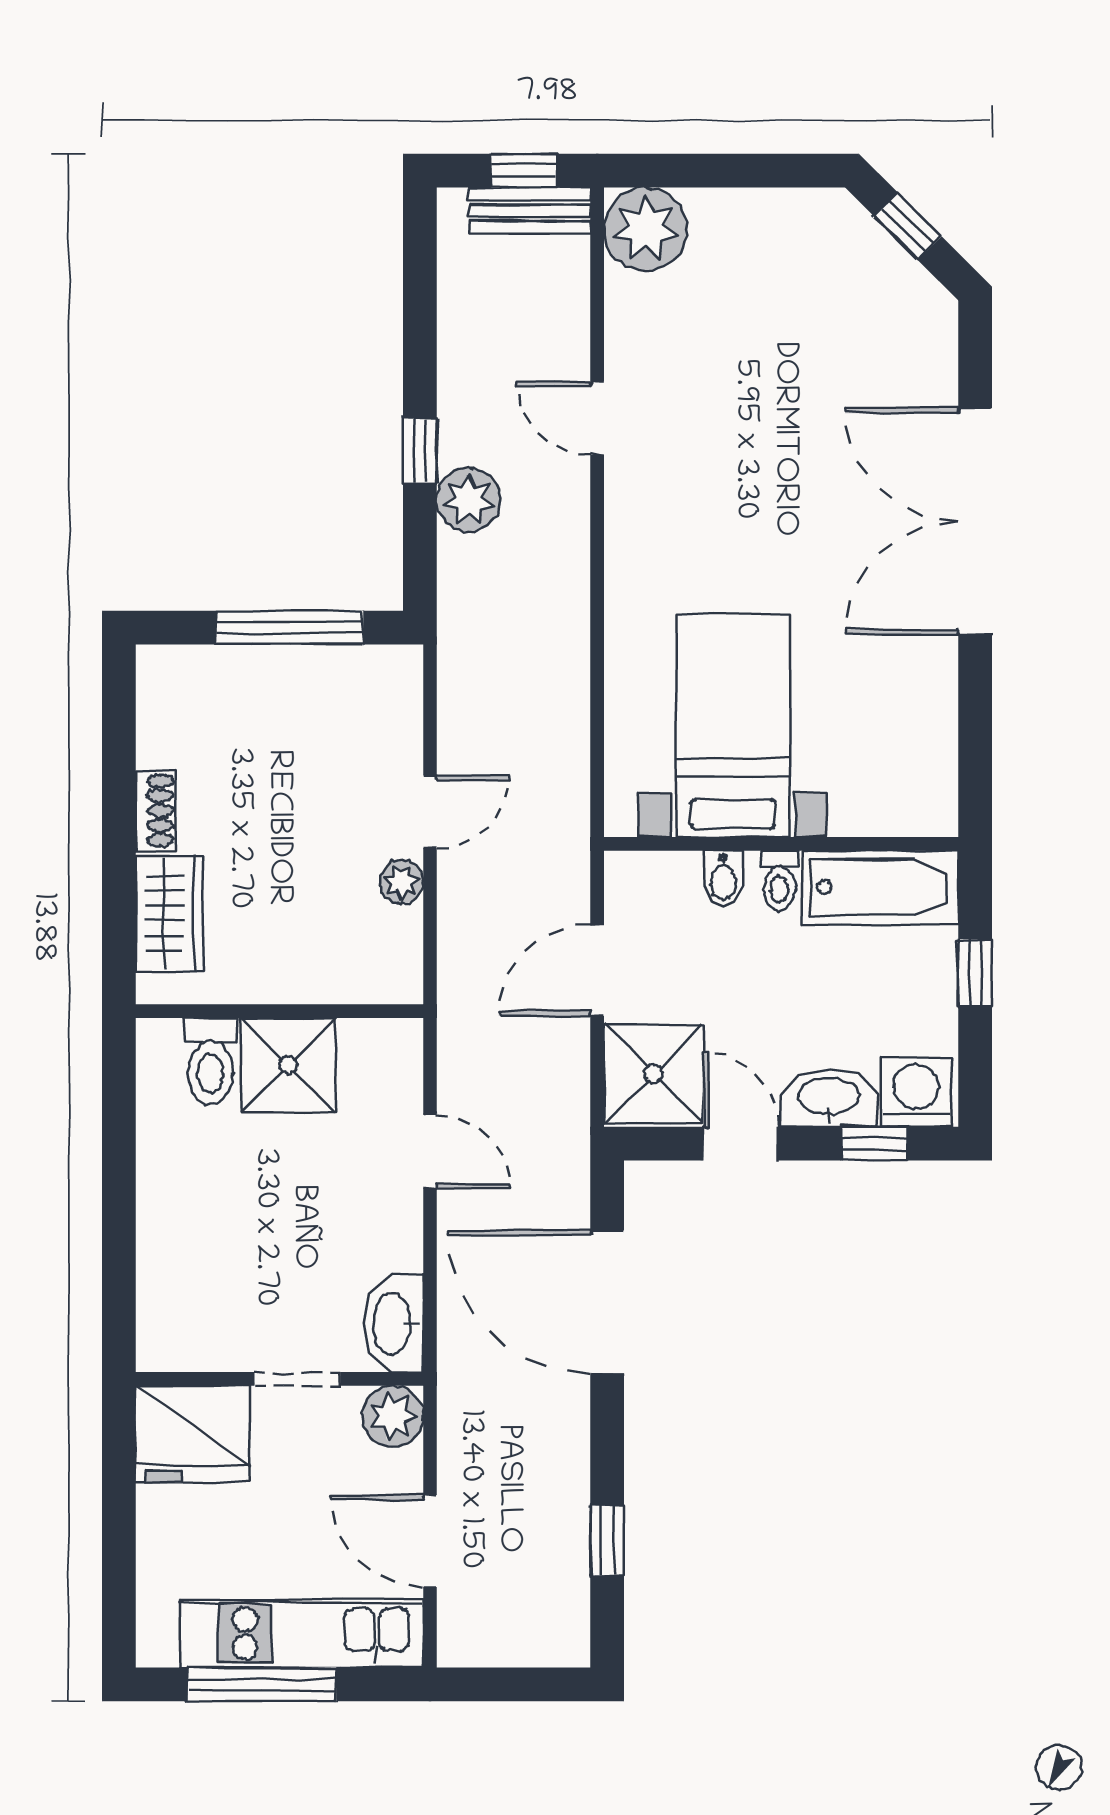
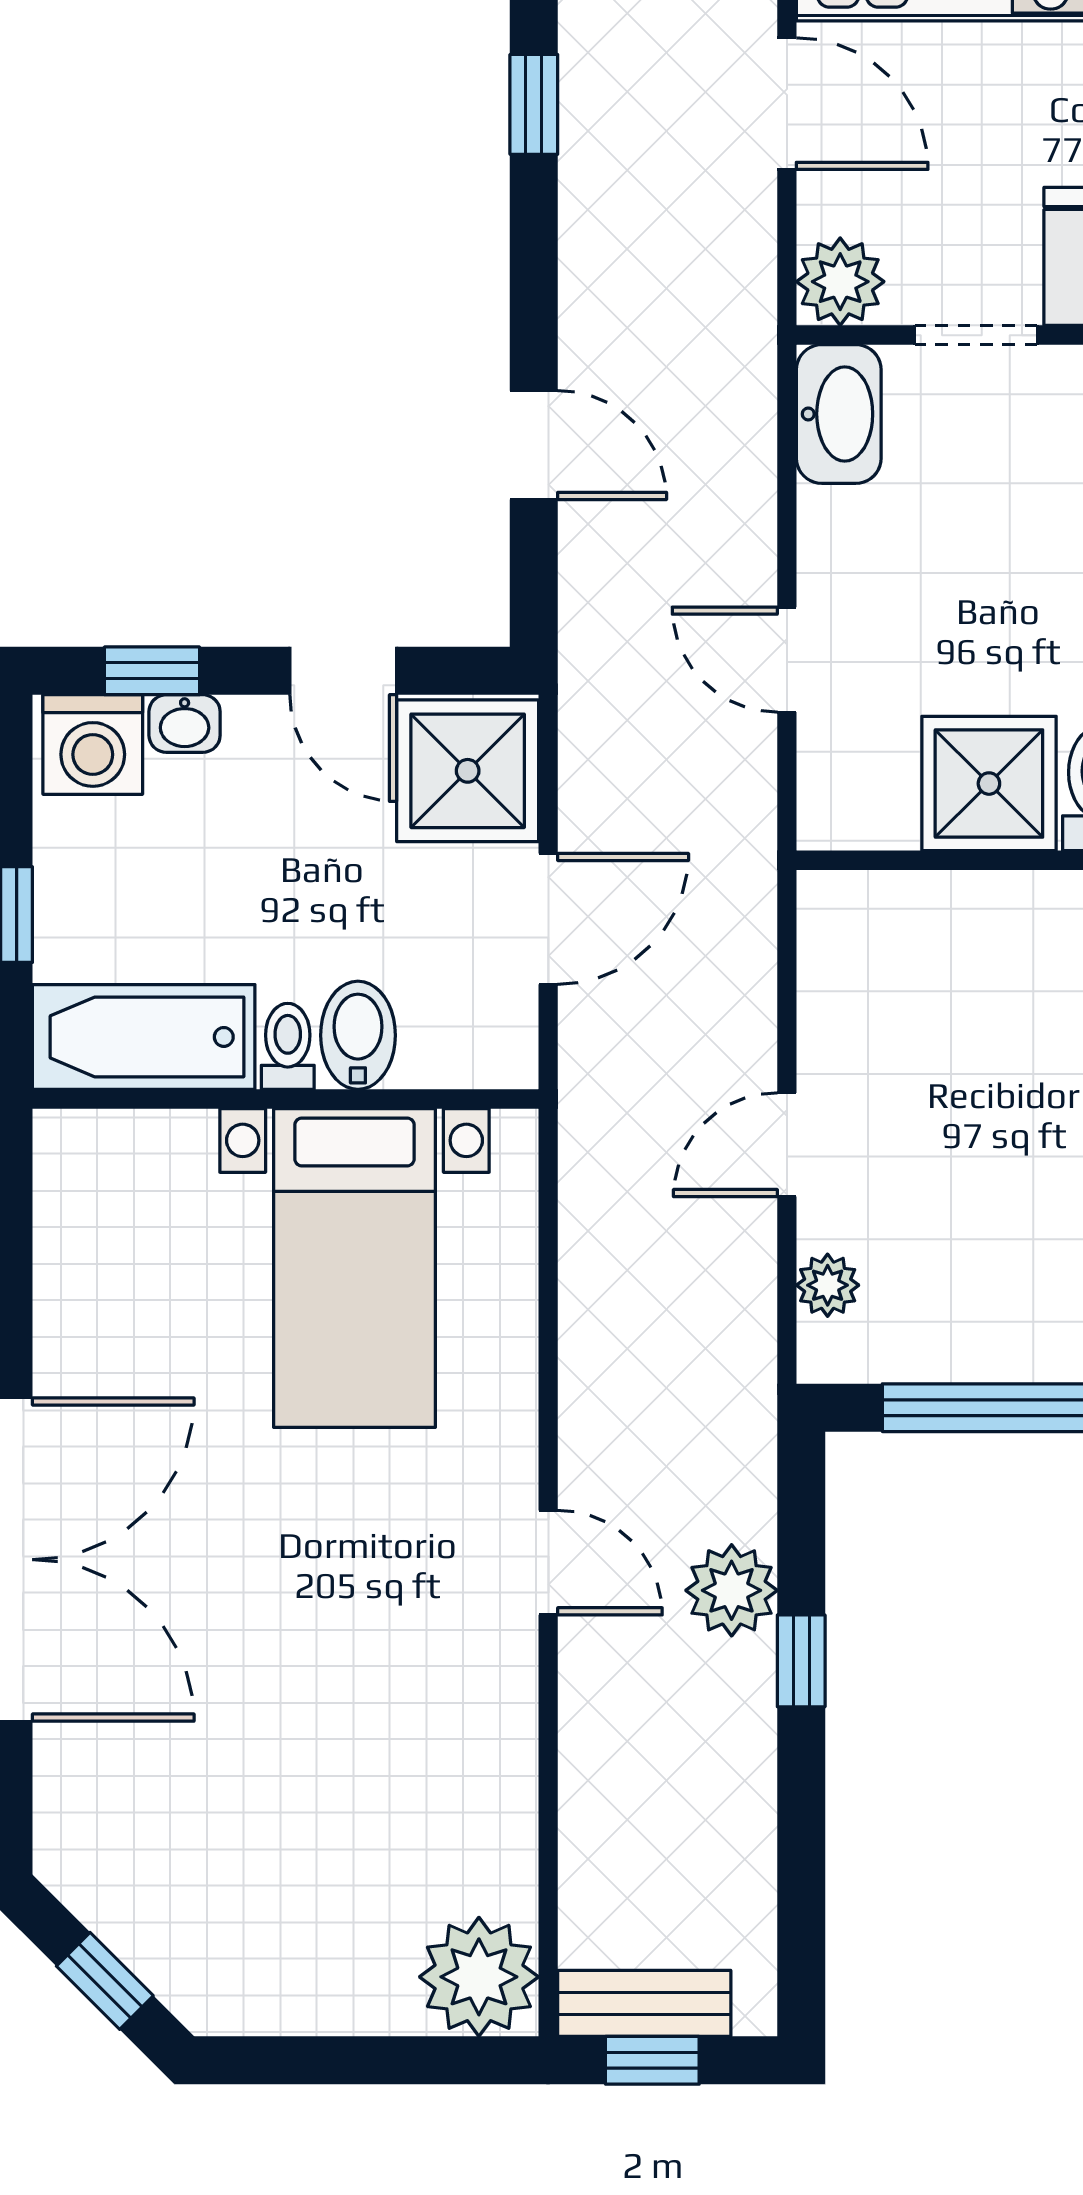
door: (597, 418) -> (548, 1563), moved
bidet: (723, 878) -> (358, 1035), width x1.38, depth x1.36
plant: (401, 882) -> (828, 1285), moved
washbasin: (829, 1098) -> (185, 724), width x0.52, depth x0.69
door: (607, 1302) -> (534, 445), width x0.53

